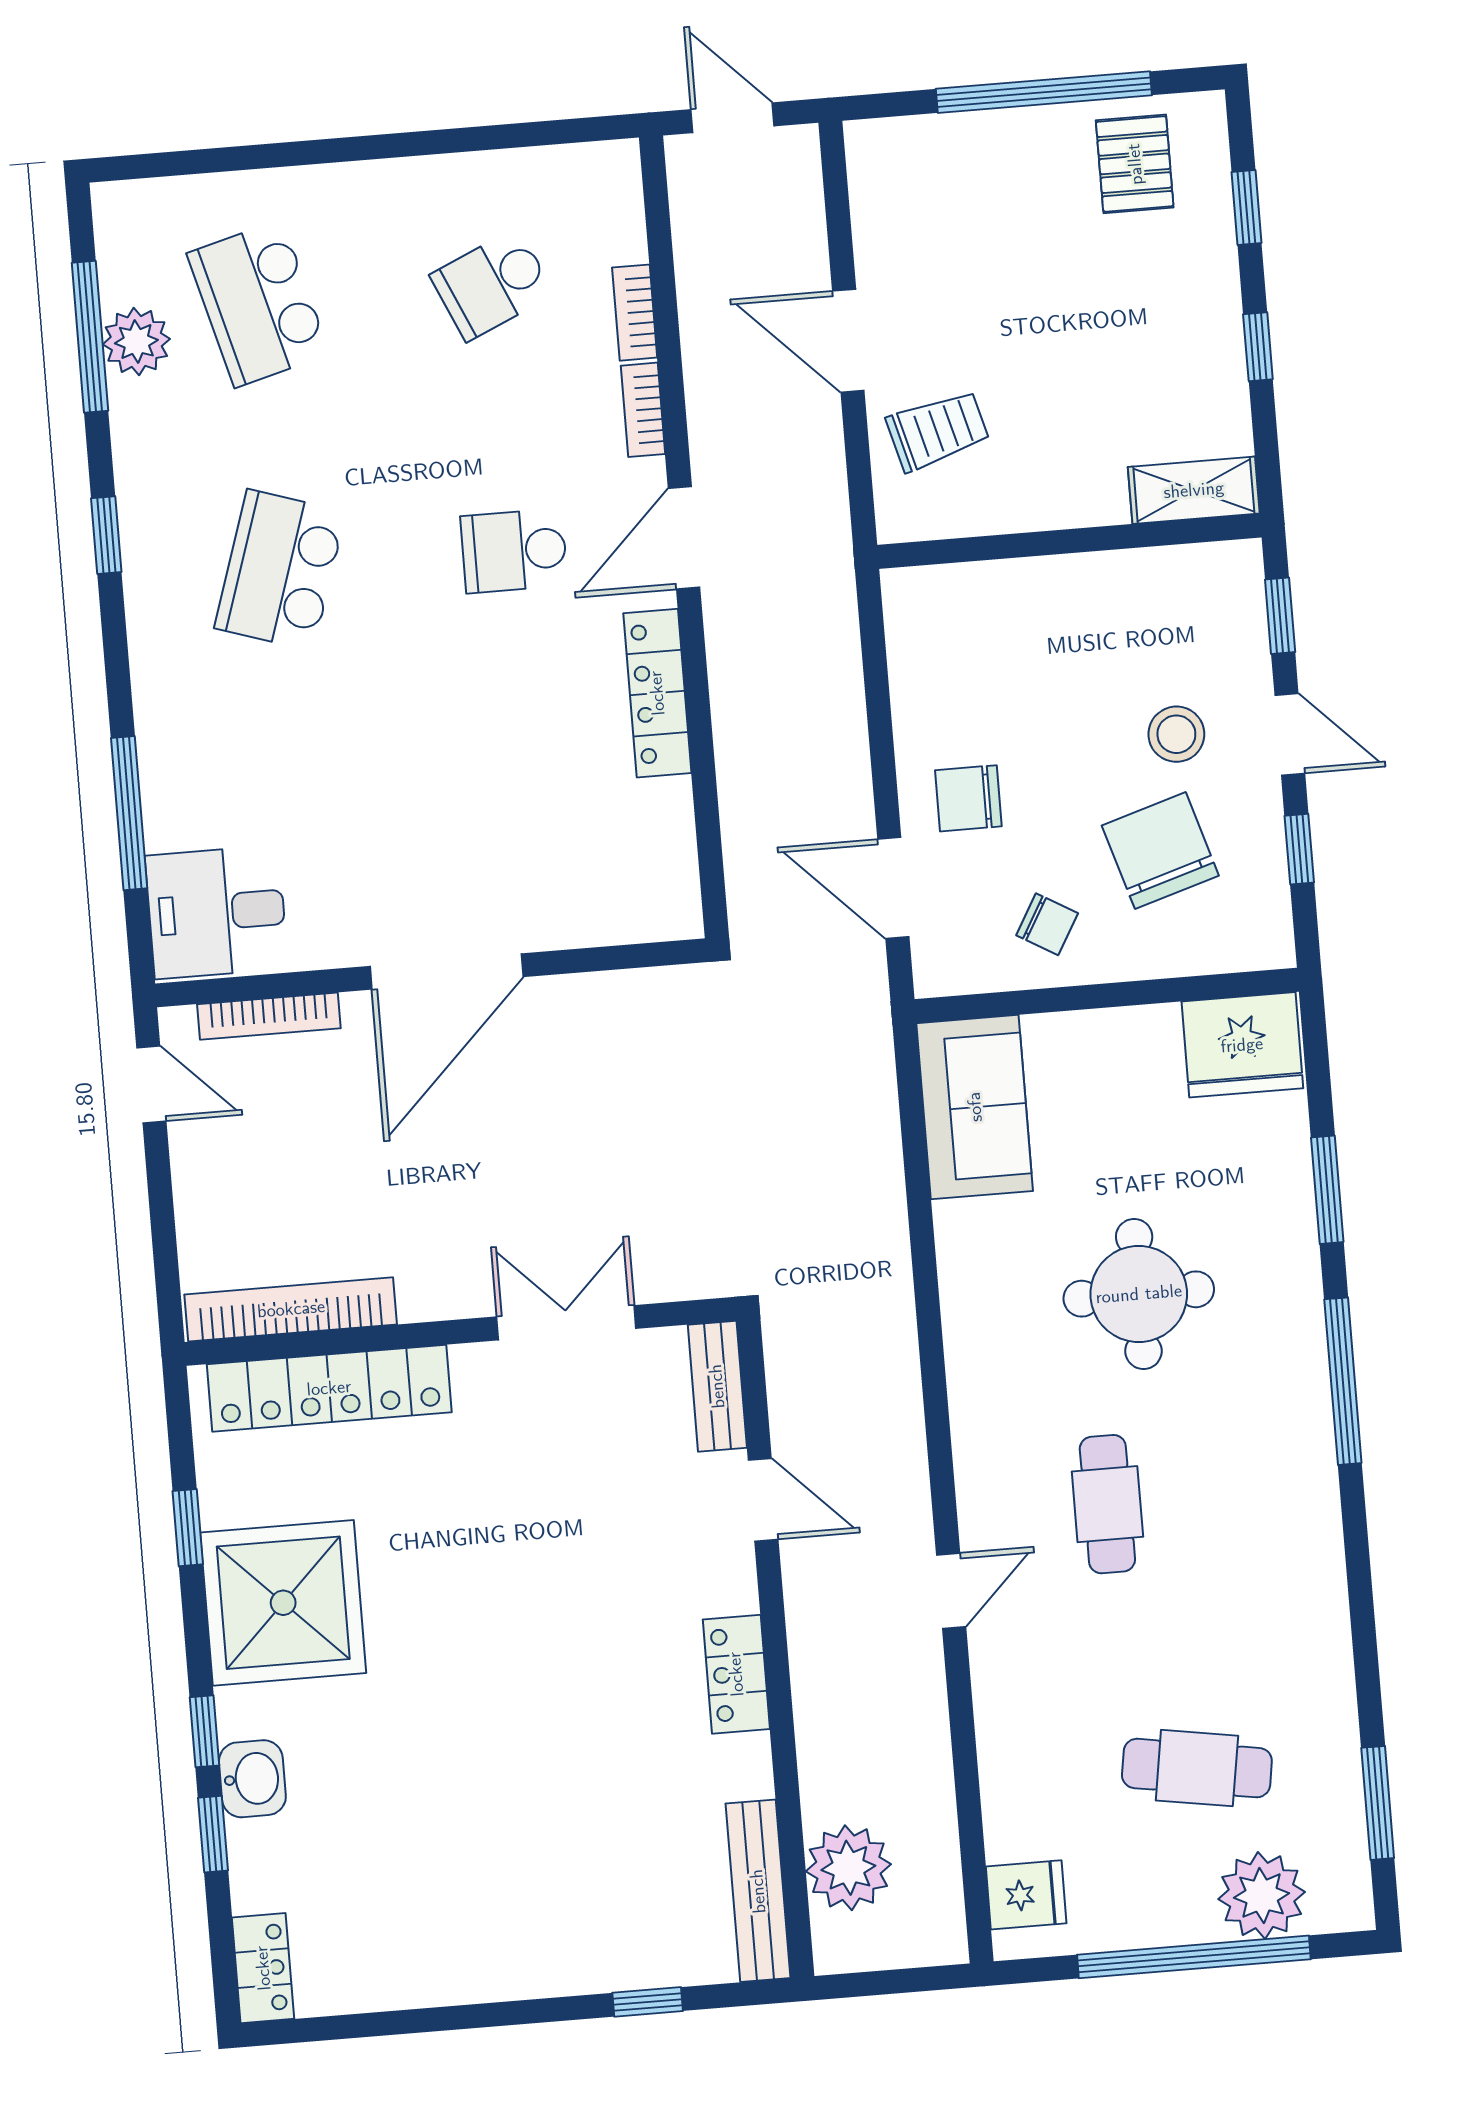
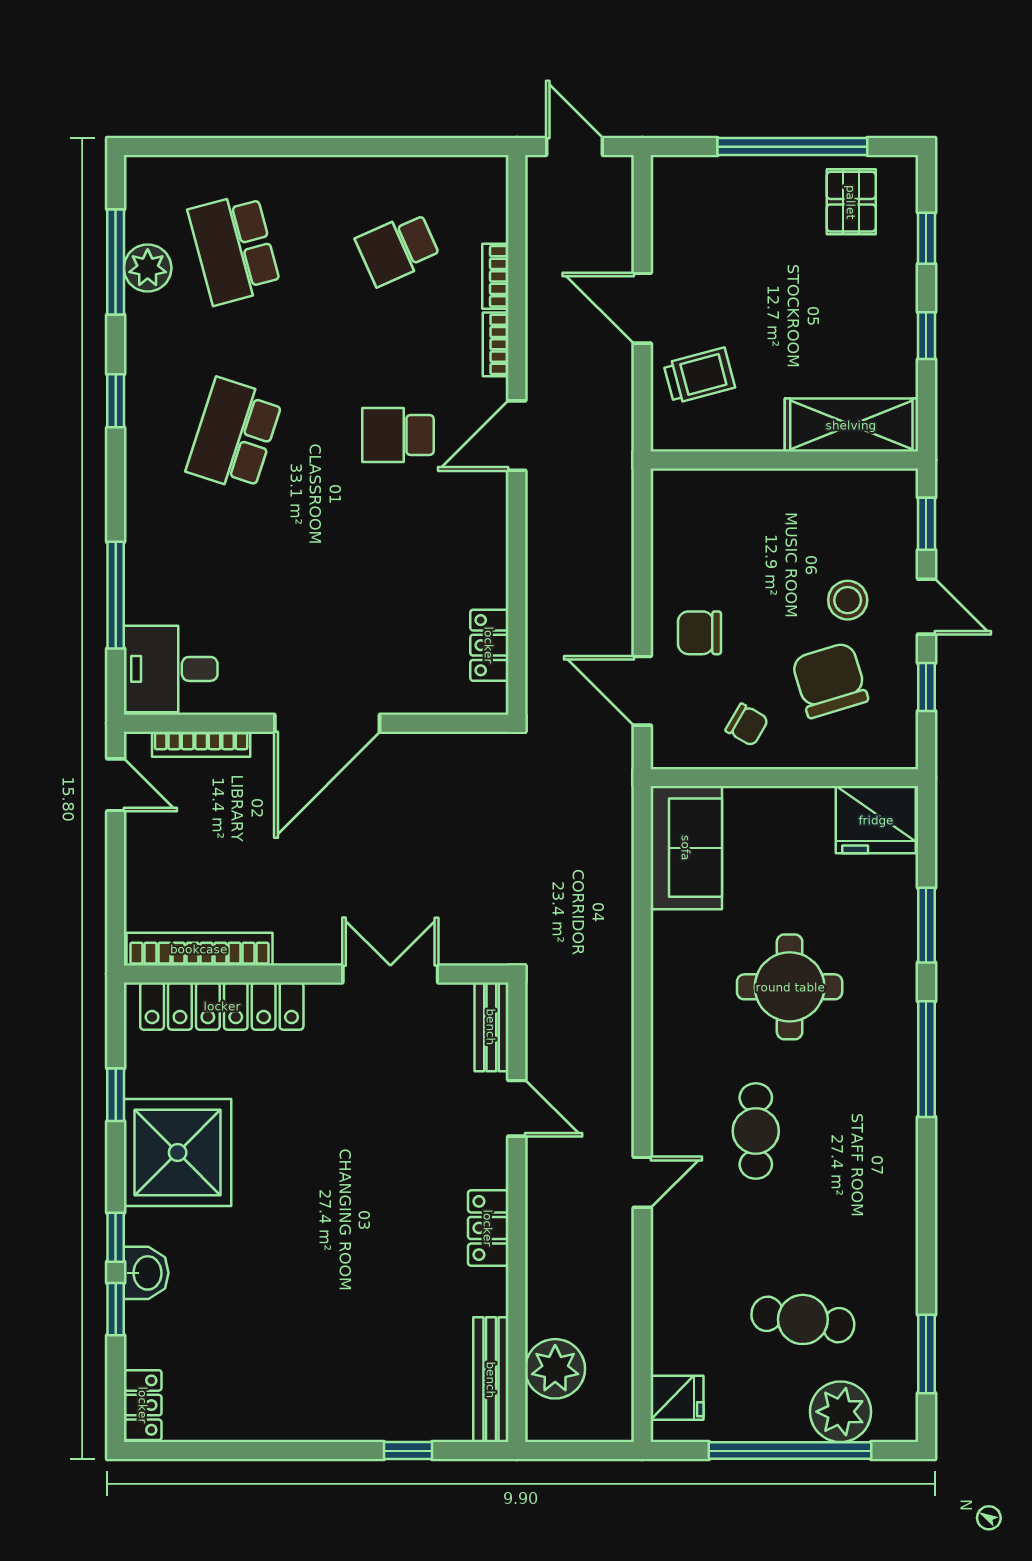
shelving: (1194, 490) -> (851, 425), width x1.50, depth x1.33
locker: (657, 693) -> (489, 645), moved, width x0.66

